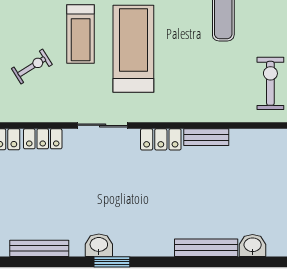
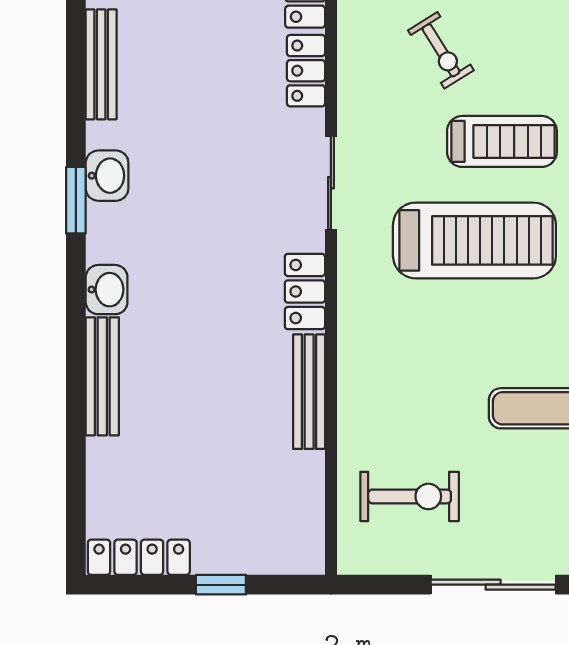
treadmill: (81, 34) -> (502, 141), turned 180
bench: (206, 137) -> (309, 392), width x1.36
washbasin: (253, 245) -> (107, 290), moved

